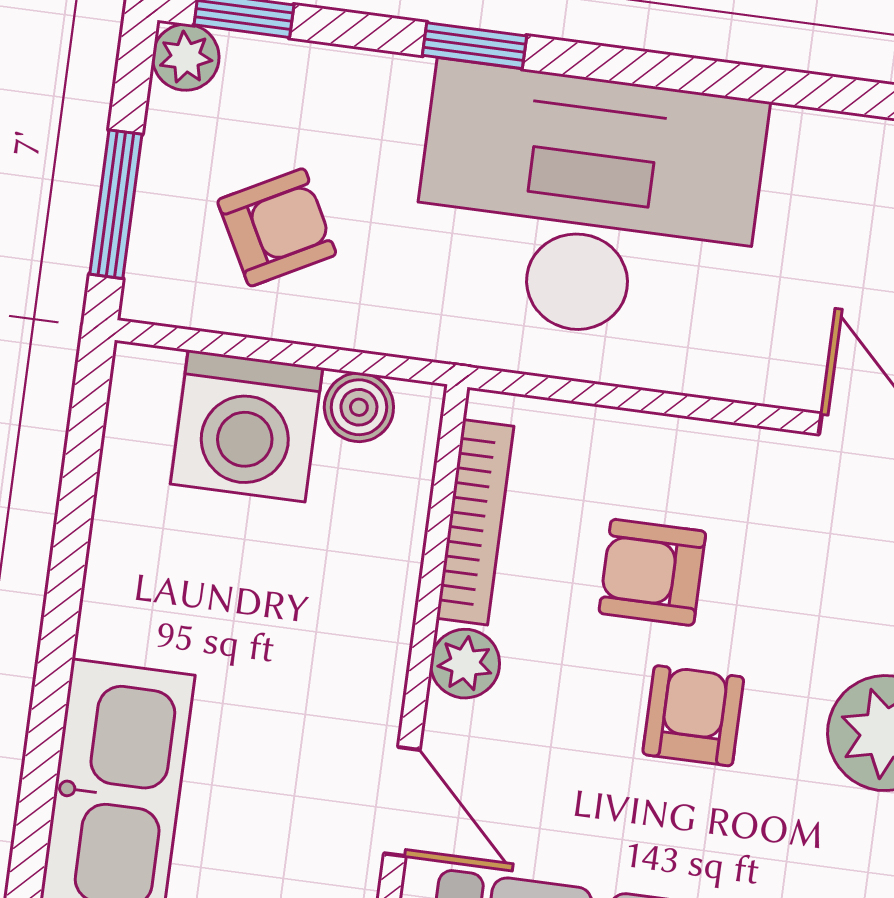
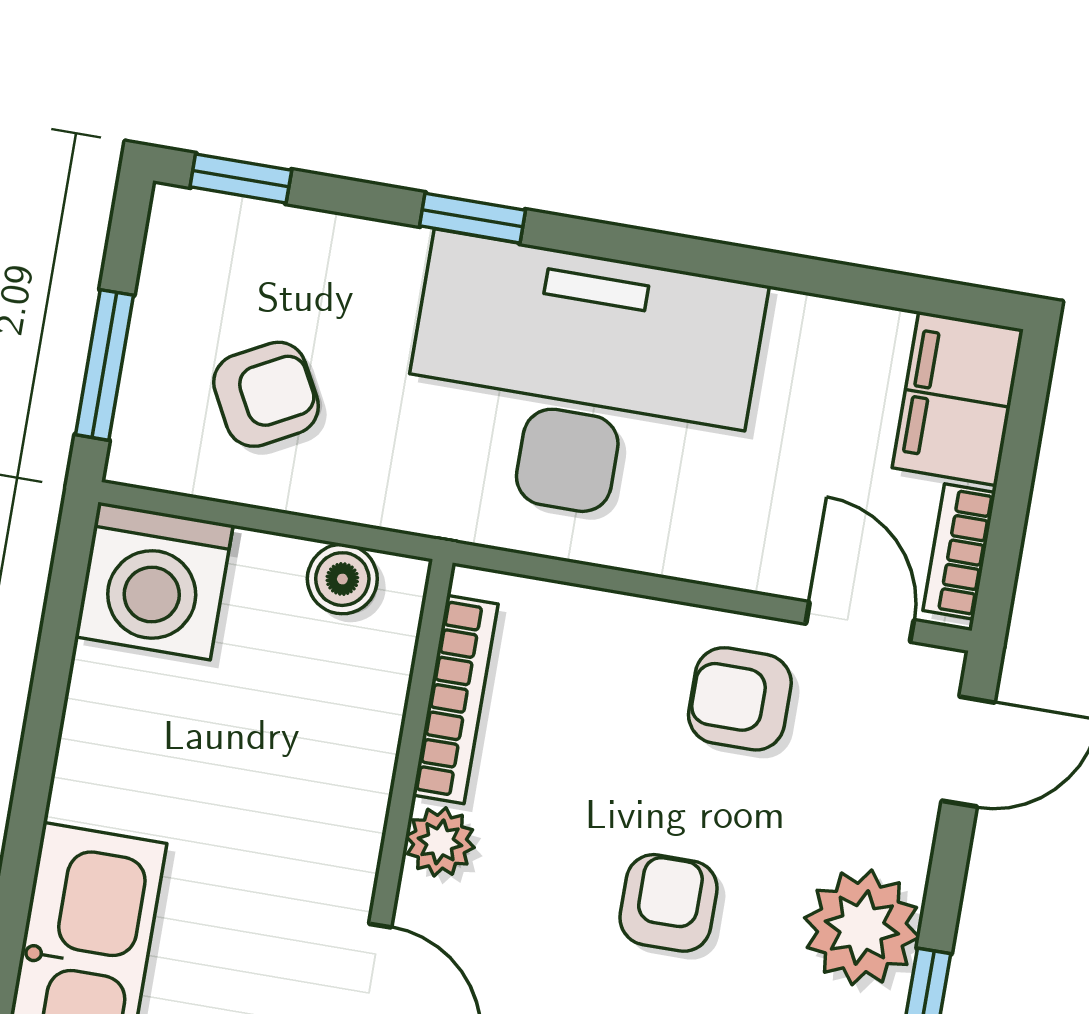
plant: (186, 57) -> (180, 219), removed
washing machine: (247, 426) -> (154, 581), moved
armchair: (652, 572) -> (740, 699), moved

